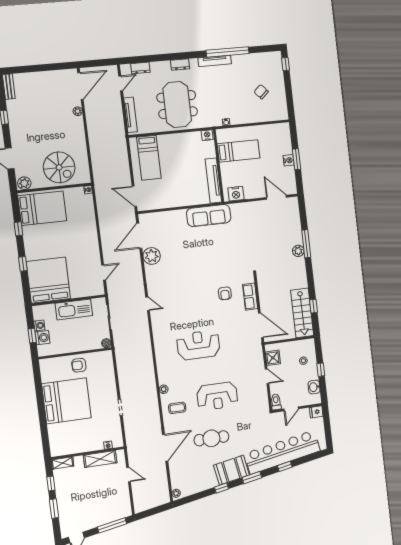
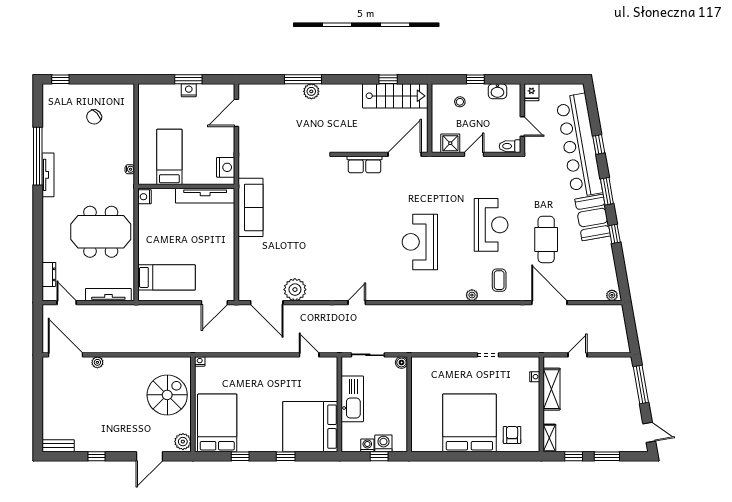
dresser: (180, 65) -> (49, 222), removed
armchair: (225, 293) -> (356, 198), removed
armchair: (79, 365) -> (512, 435), moved, turned 180

